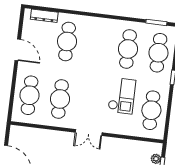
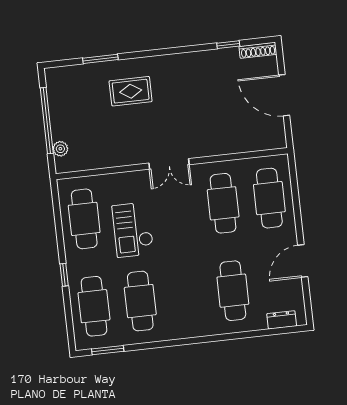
dresser: (44, 16) -> (282, 320), width x0.70
door: (18, 50) -> (303, 261), hinge flipped
double door: (89, 132) -> (169, 164), swing flipped

